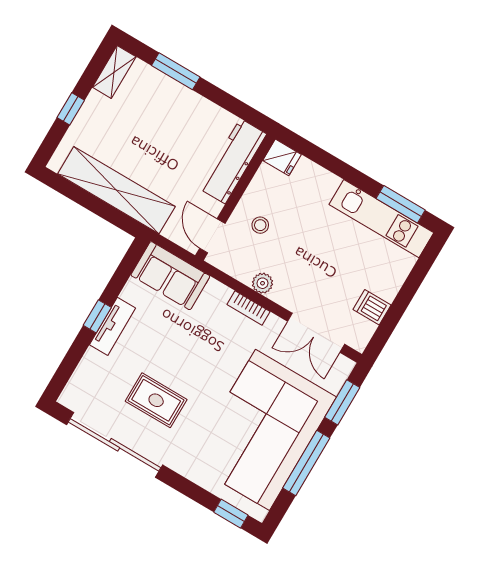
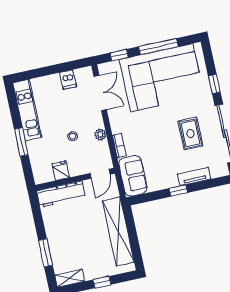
fridge: (282, 157) -> (61, 171), moved
window: (401, 204) -> (21, 142), moved
stool: (260, 225) -> (73, 136), moved
bookcase: (248, 308) -> (119, 146), moved
tv unit: (112, 326) -> (194, 176), moved
window: (342, 402) -> (119, 55), width x0.67
window: (231, 514) -> (214, 84), moved

